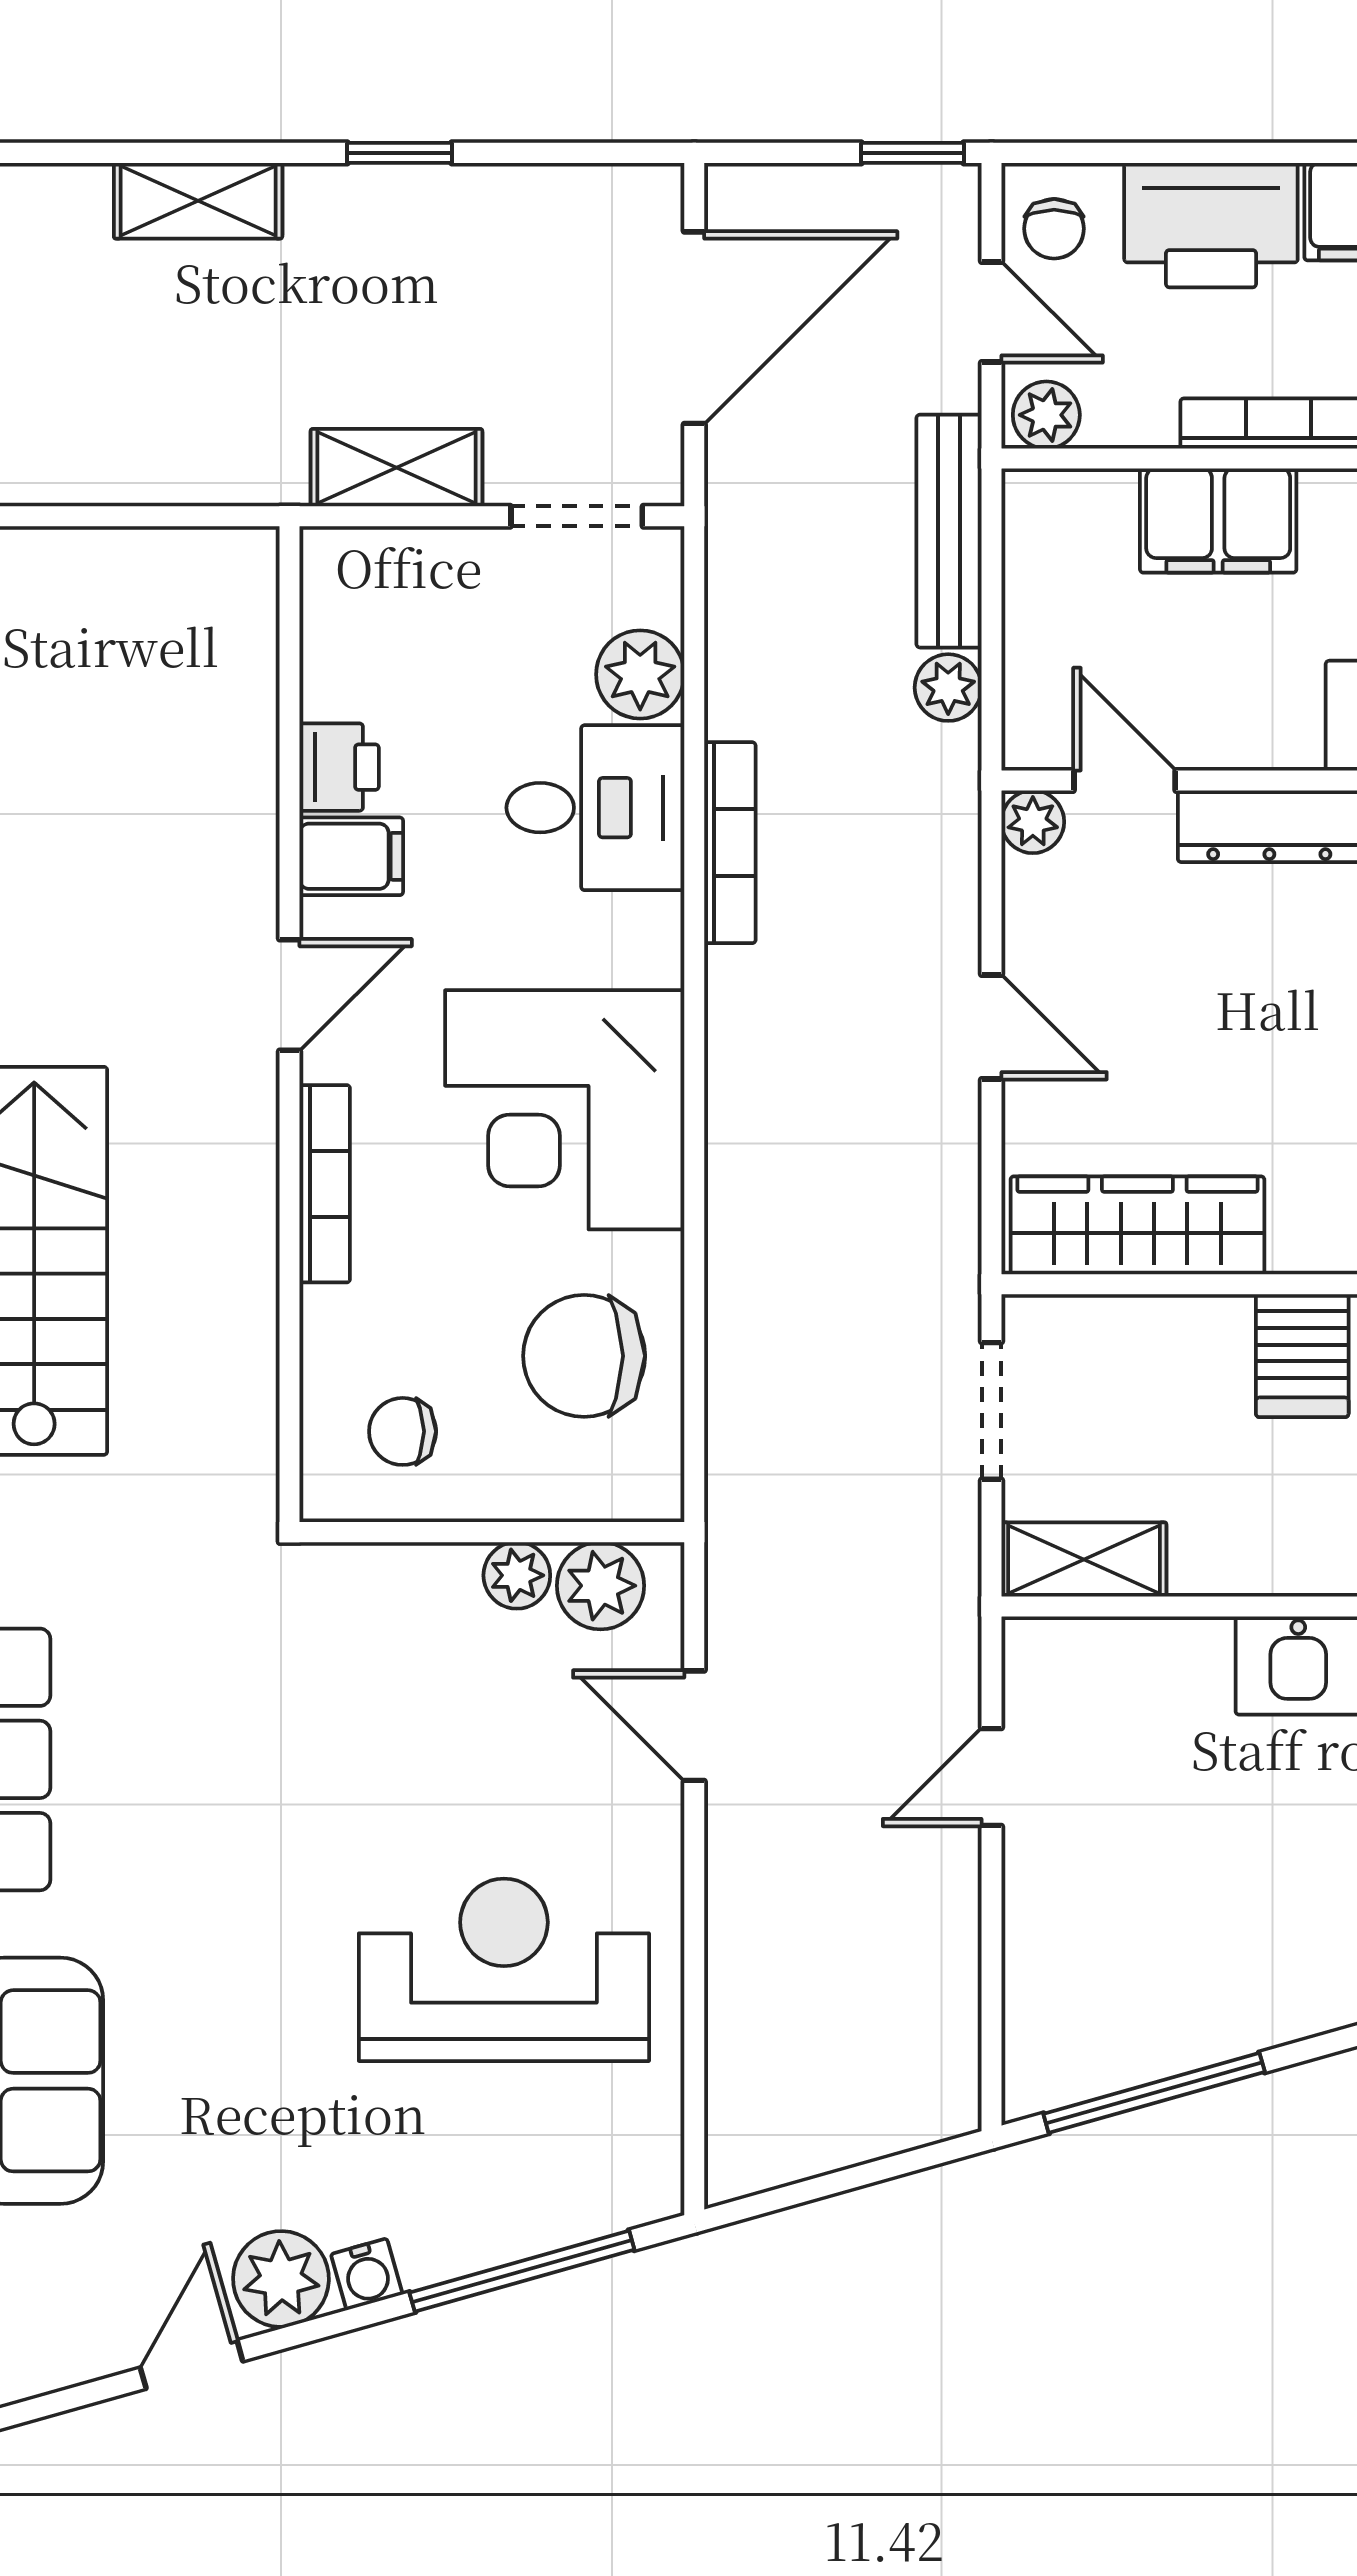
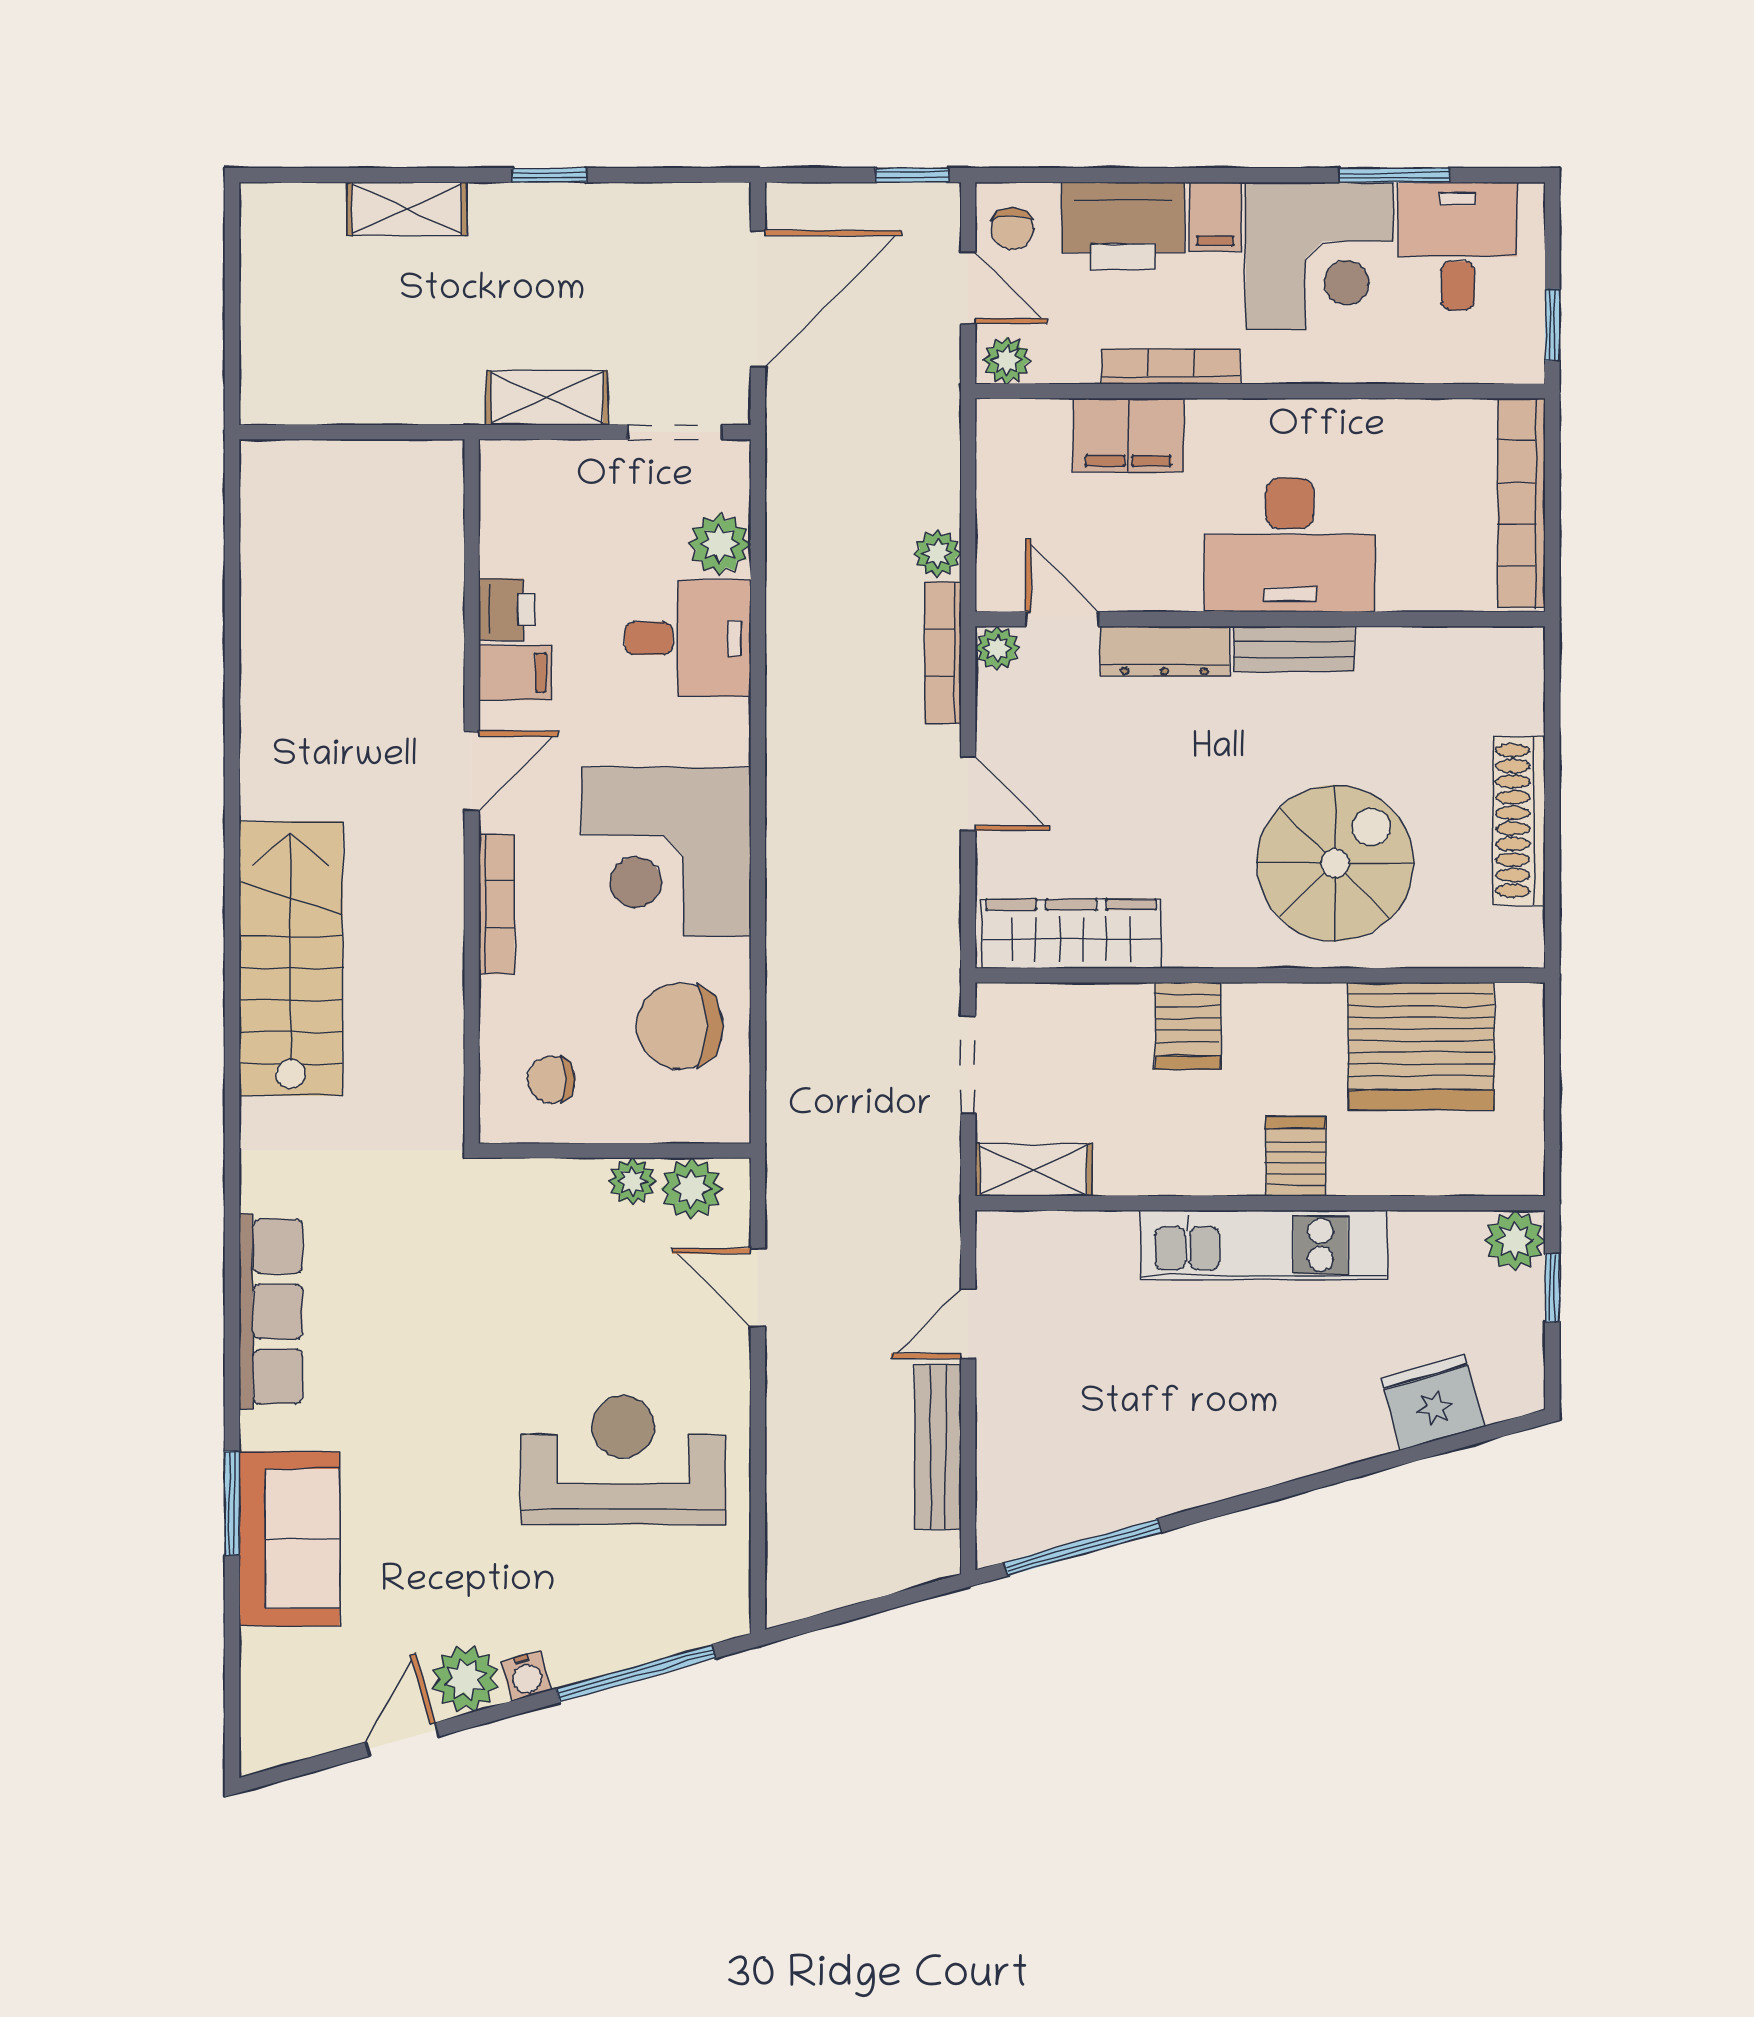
bench: (949, 531) -> (938, 1447), moved
bookcase: (730, 843) -> (943, 653), moved, turned 180

